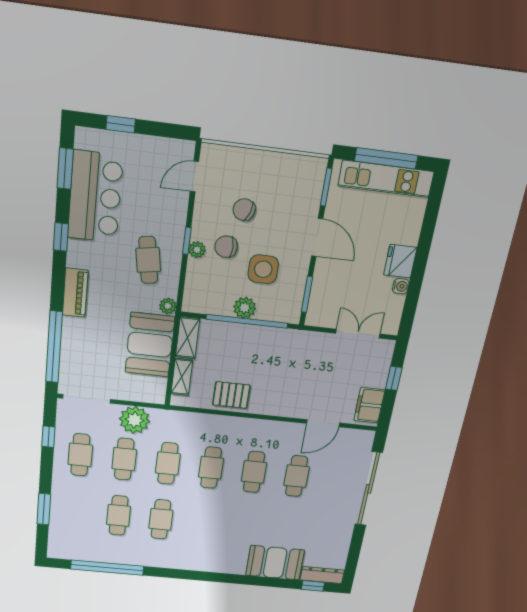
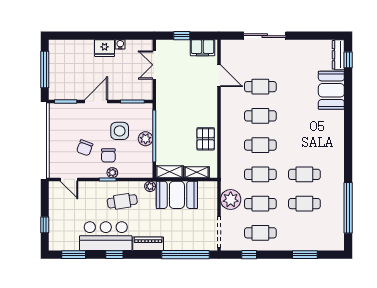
kitchen unit: (386, 179) -> (56, 67), removed
bar counter: (95, 197) -> (106, 236), moved
sliding door: (369, 489) -> (265, 36), width x0.73

